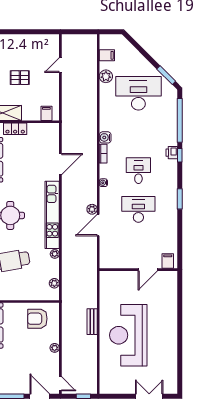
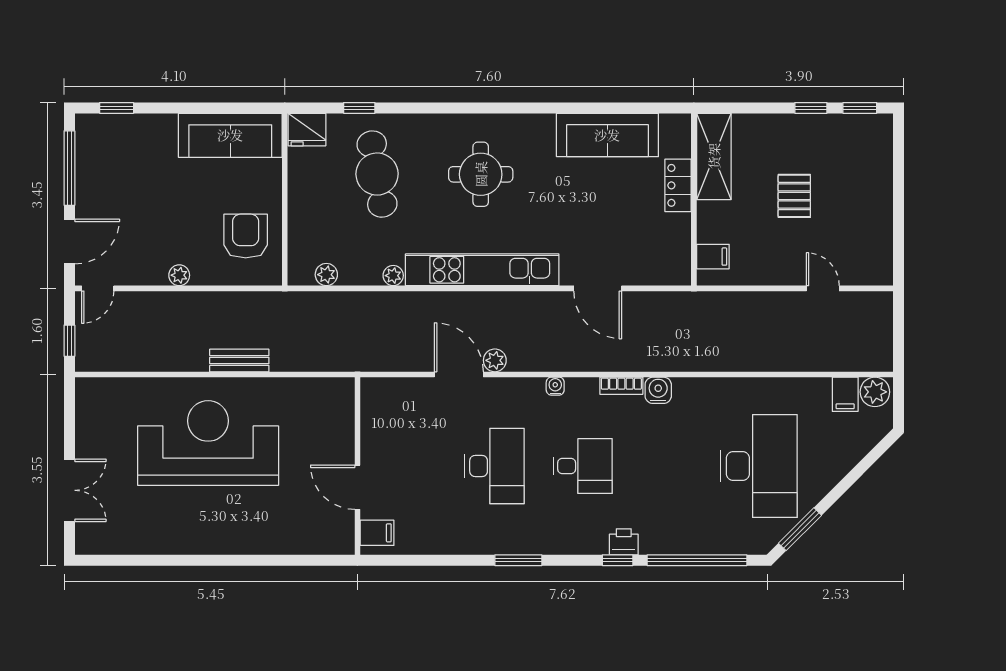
plant: (106, 76) -> (875, 392), moved

